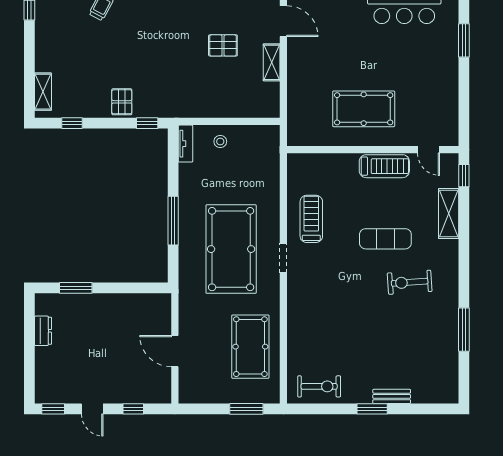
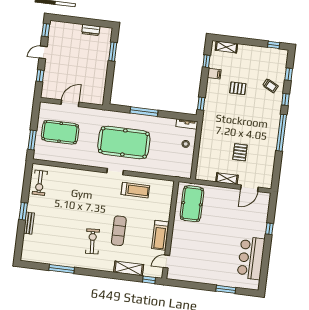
pallet: (122, 102) -> (238, 88), moved
filing cabinet: (92, 107) -> (214, 74), added
pool table: (364, 109) -> (192, 204), moved
pool table: (250, 347) -> (60, 132), moved

